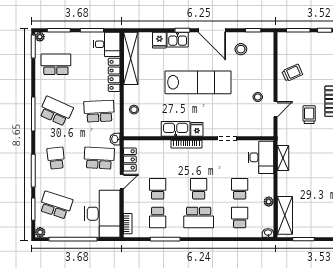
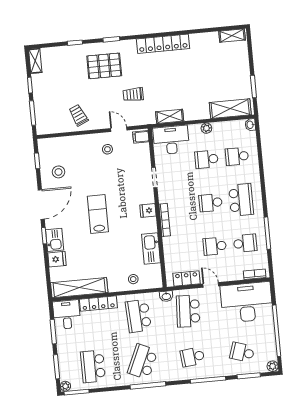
lab bench: (198, 82) -> (98, 214), width x0.54, depth x0.72
trolley: (309, 115) -> (133, 94), moved
kitchen sink: (176, 129) -> (151, 248), moved
filing cabinet: (266, 129) -> (141, 137), added
plant: (269, 202) -> (206, 128), moved
school desk: (56, 205) -> (242, 352), width x0.54

